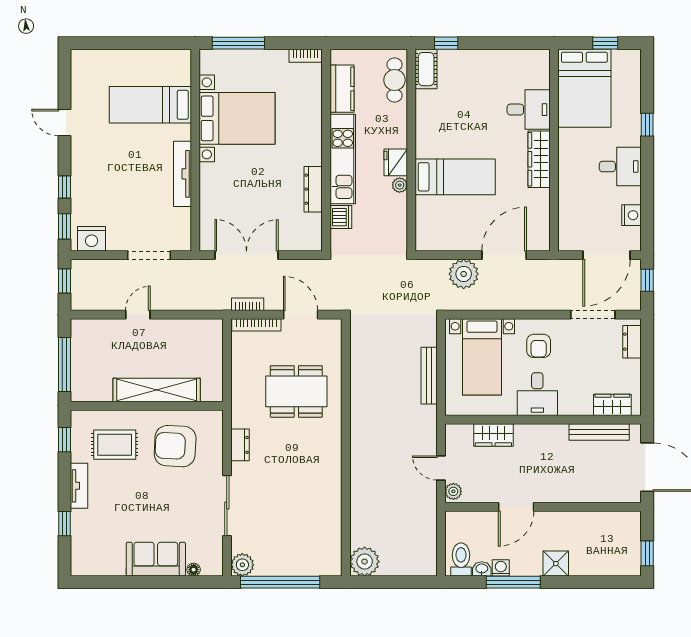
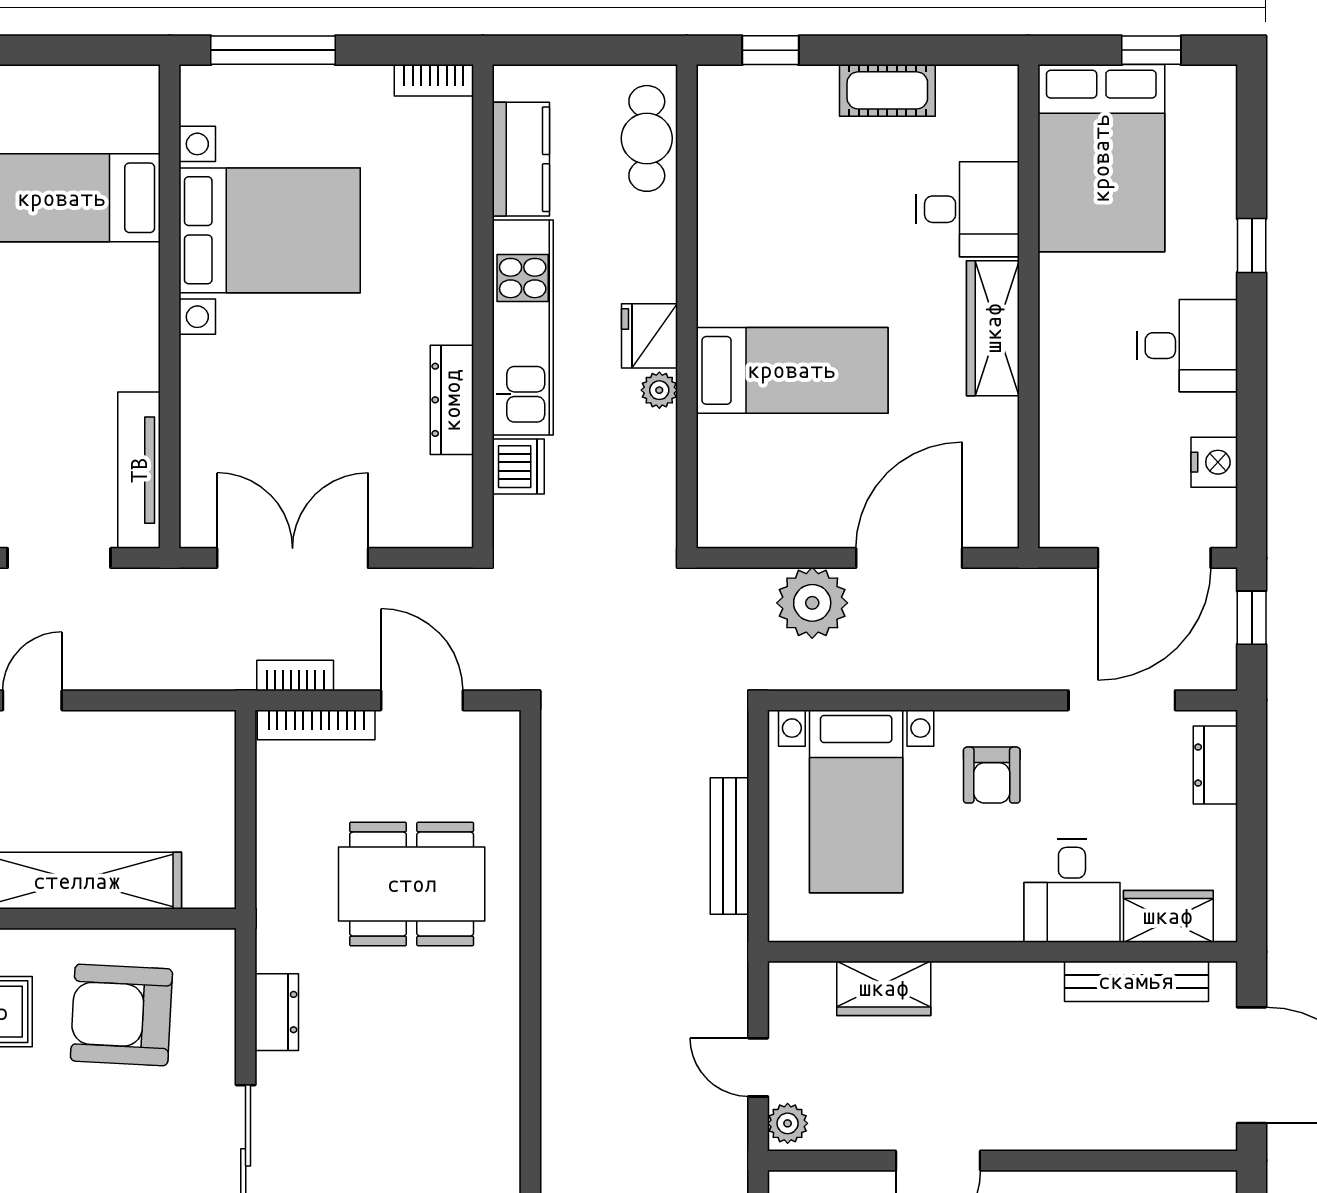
cot: (426, 69) -> (887, 90), moved, turned 90
tv unit: (182, 174) -> (139, 470), moved
desk: (537, 394) -> (1072, 891), moved

